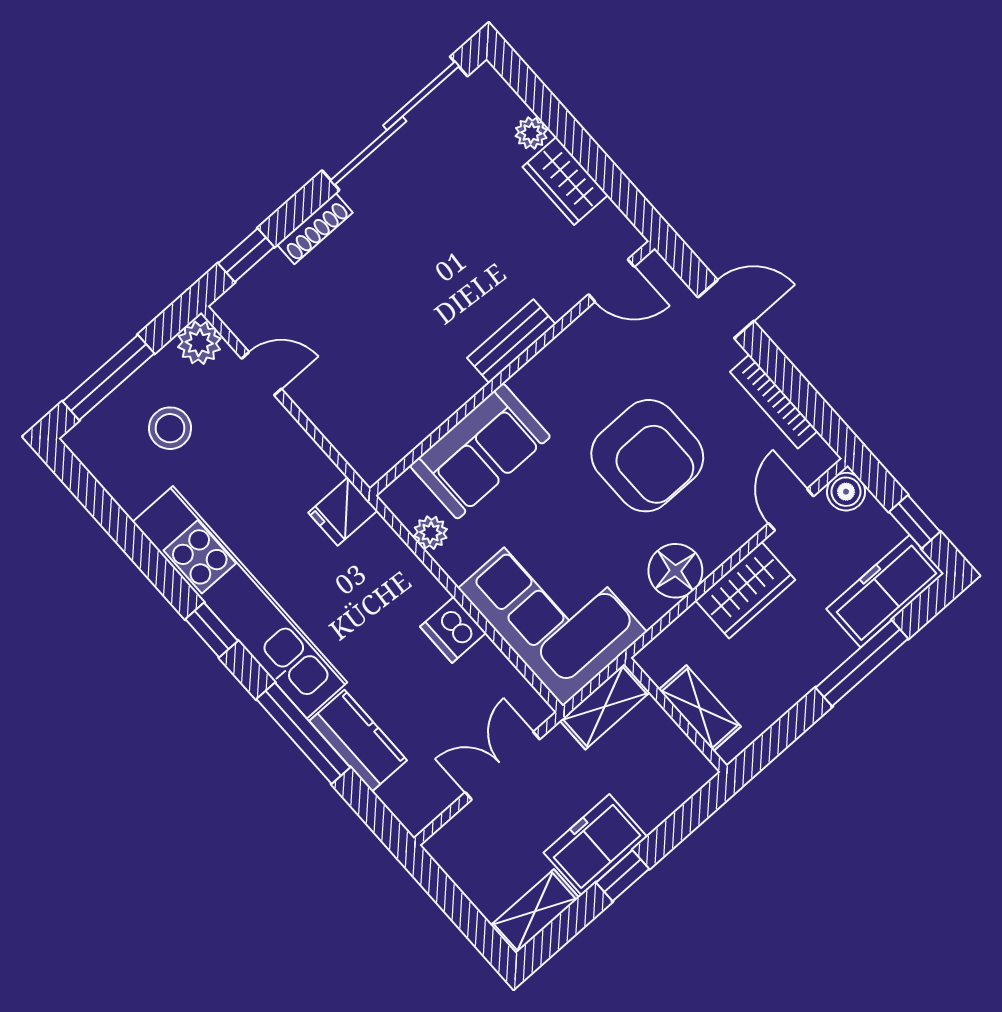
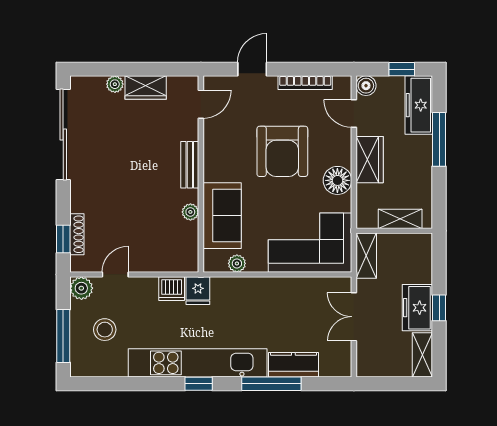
shoe rack: (315, 229) -> (77, 234), moved
plant: (445, 401) -> (190, 212), added
armchair: (647, 456) -> (282, 151), turned 90
dishwasher: (453, 630) -> (172, 289), moved

